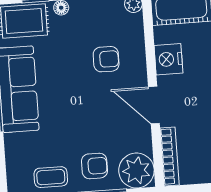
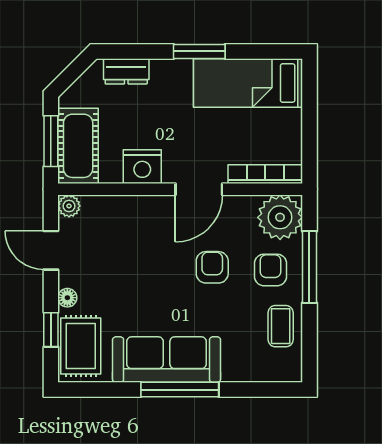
armchair: (106, 59) -> (212, 267), moved

